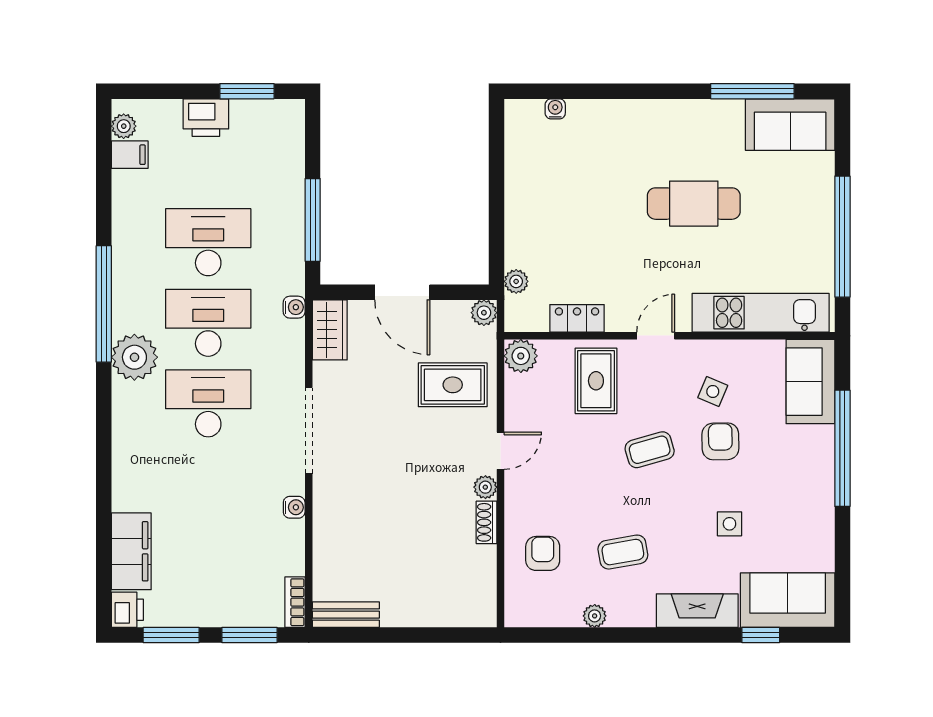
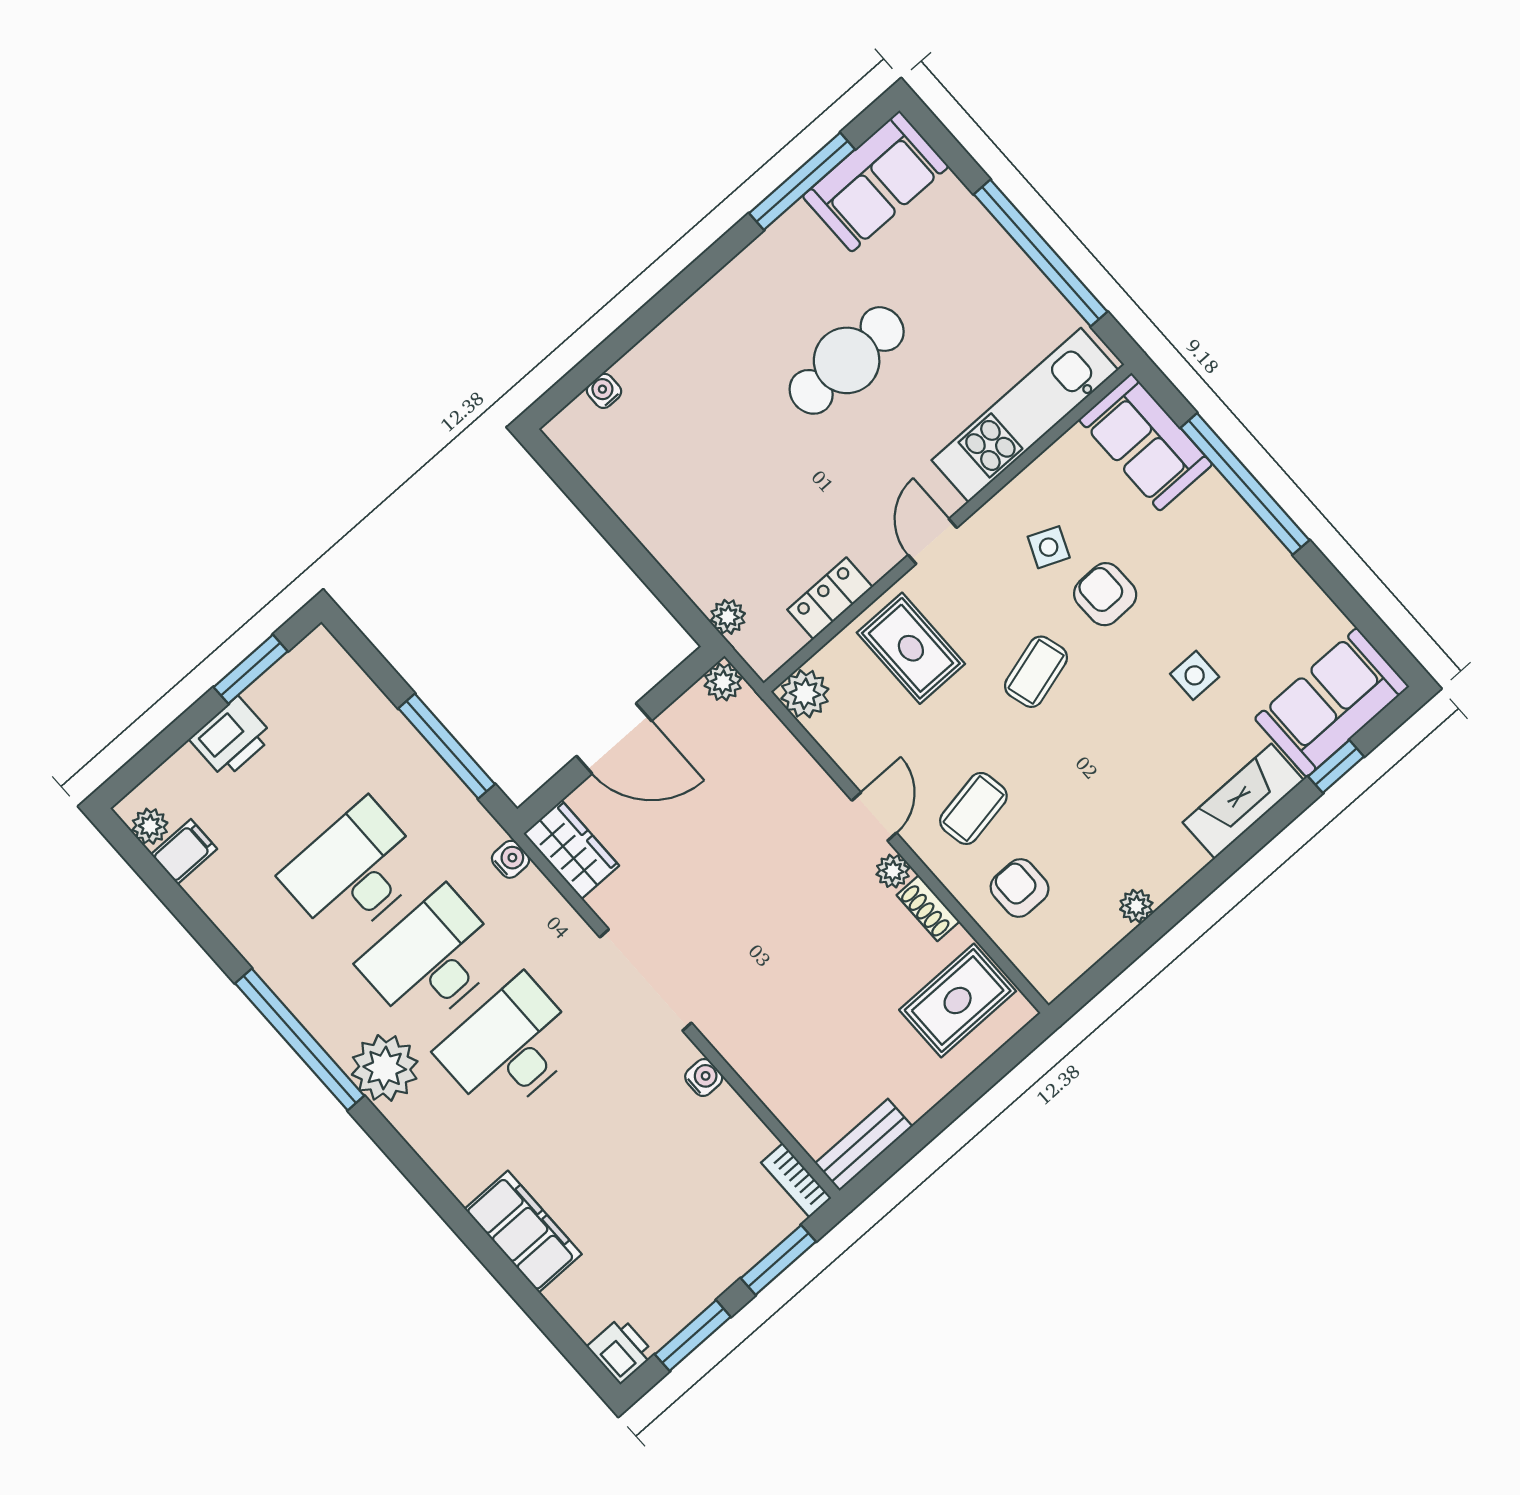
rug: (453, 385) -> (958, 1001), moved
filing cabinet: (131, 551) -> (523, 1232), moved
coffee table: (623, 552) -> (973, 808), moved

